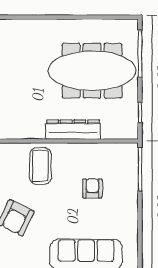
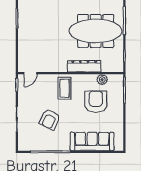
plant: (103, 152) -> (102, 80), added
armchair: (92, 188) -> (96, 102), width x1.88, depth x1.88

